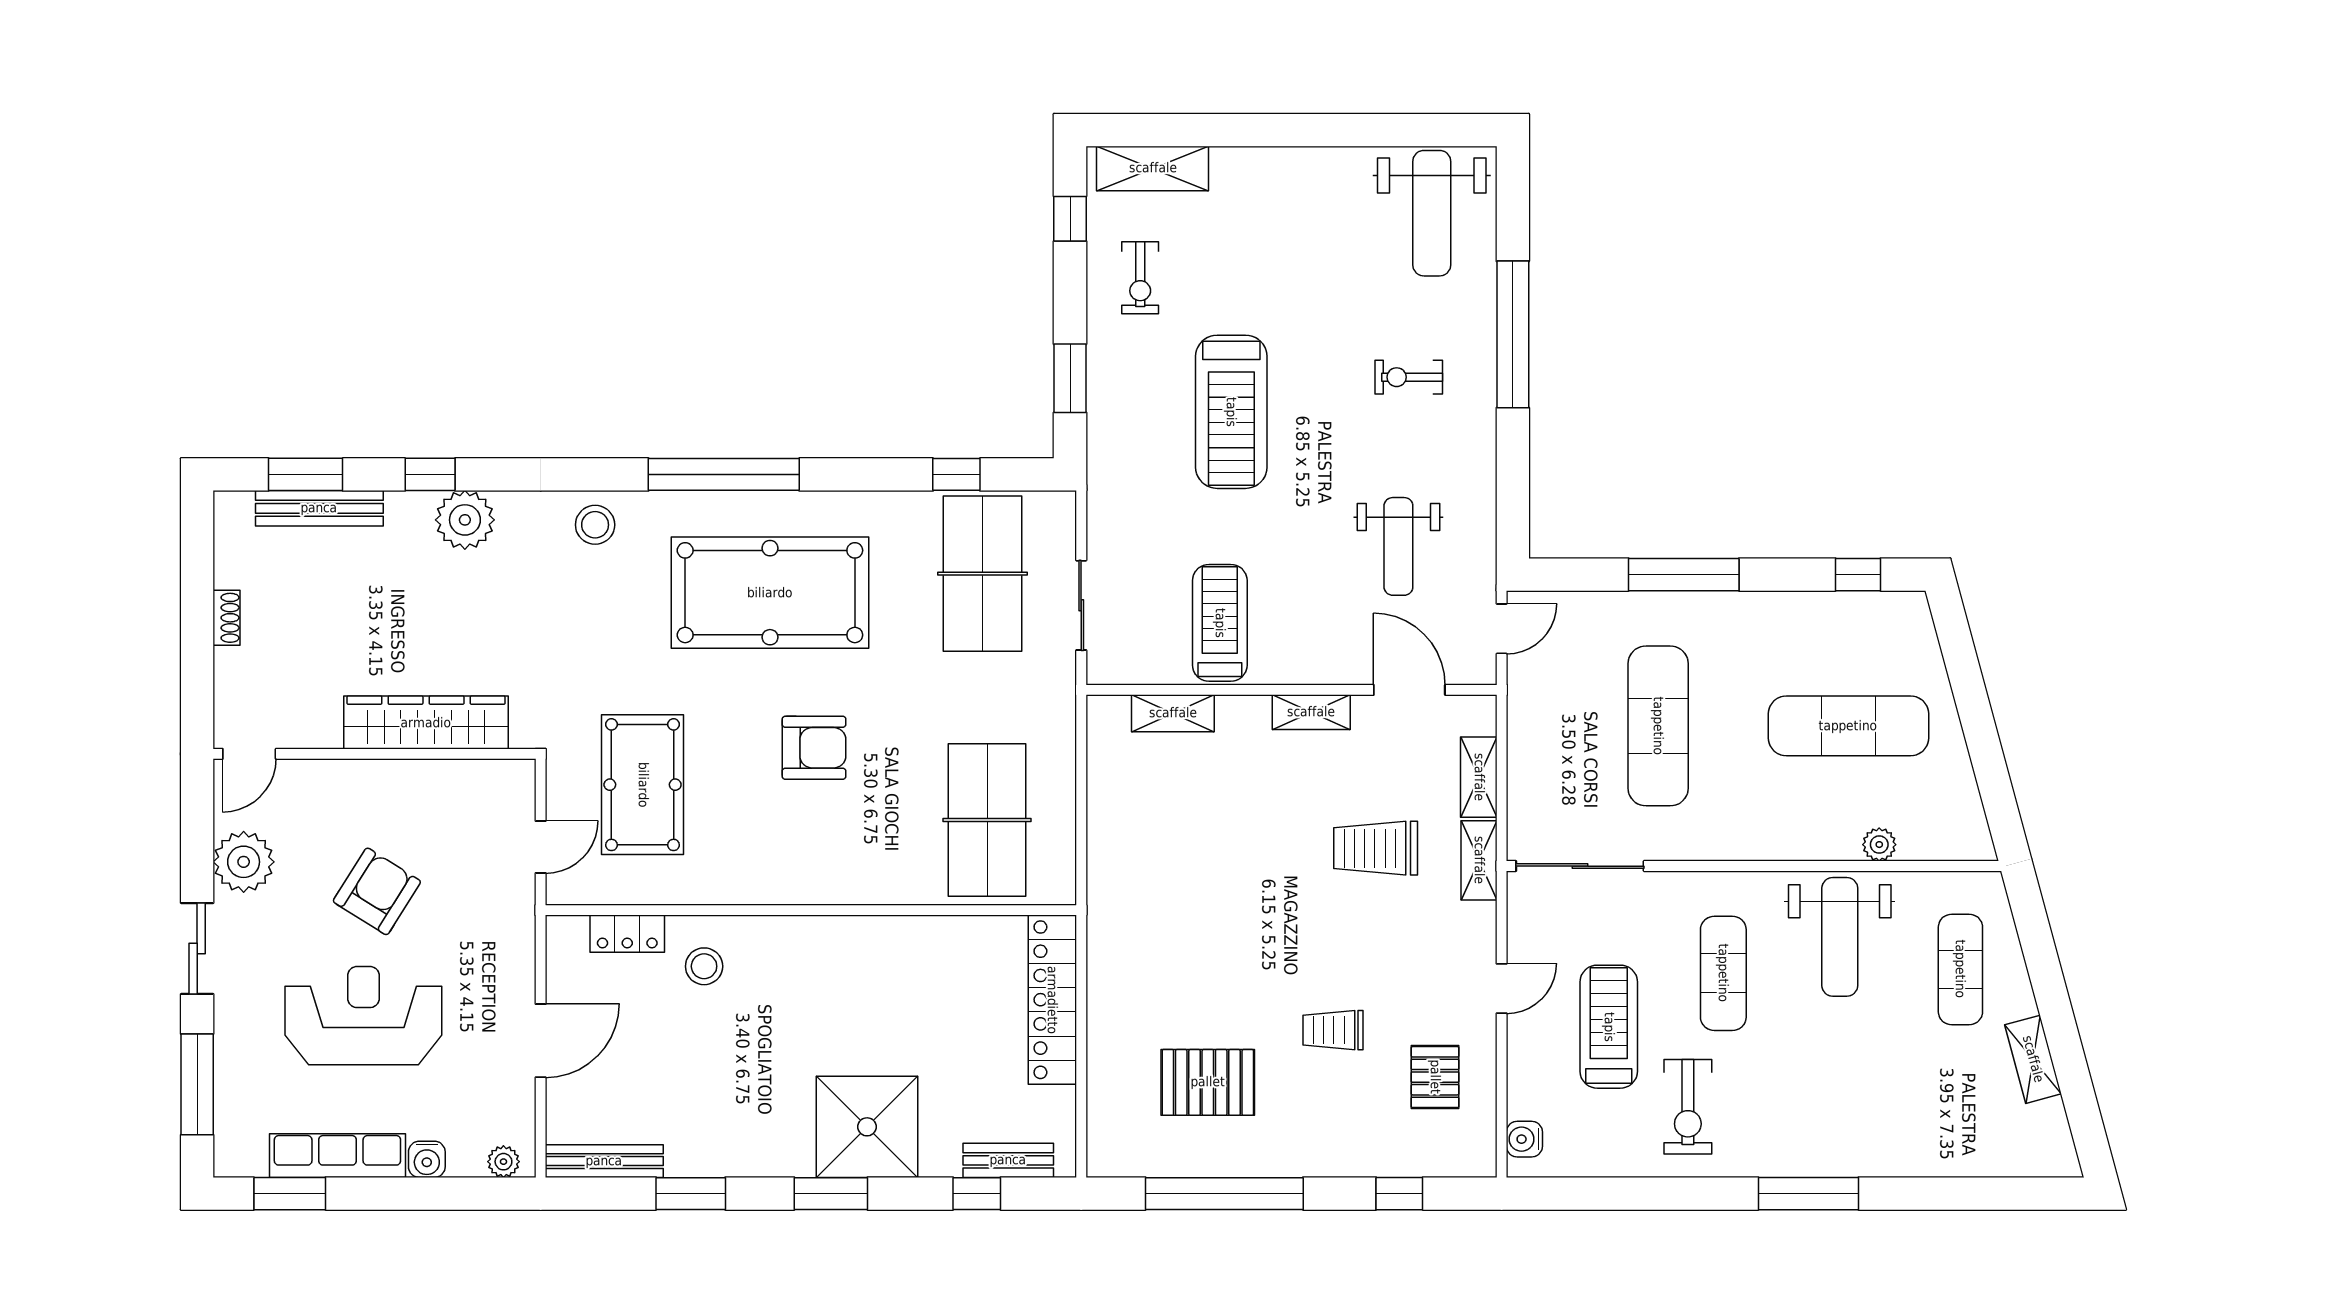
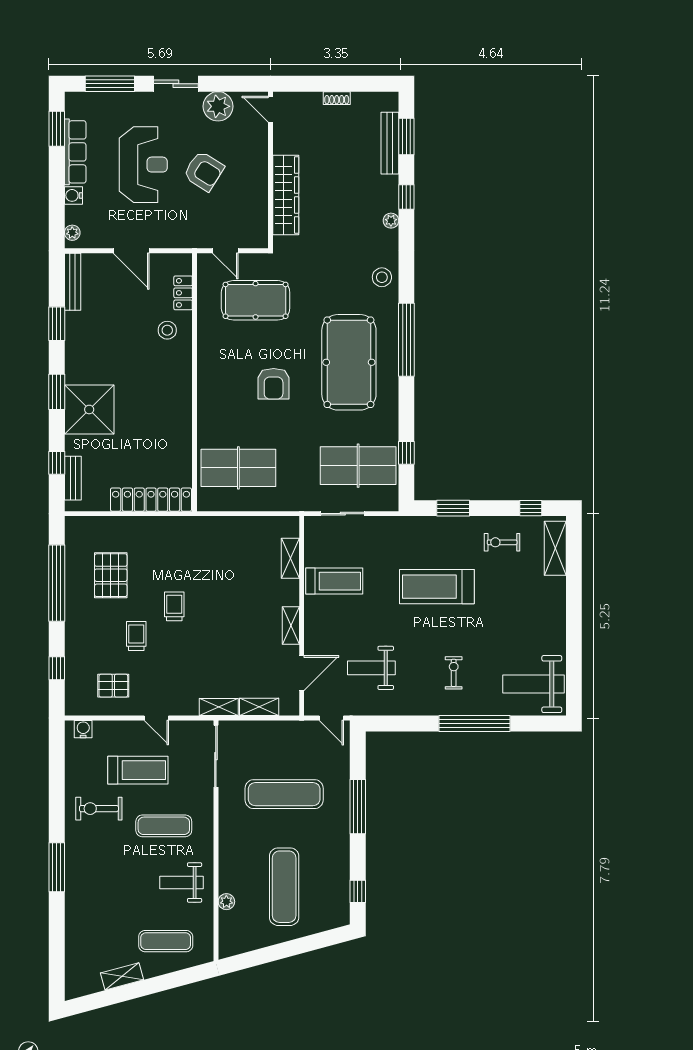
plant: (465, 520) -> (391, 221), width x0.53, depth x0.53
trolley: (1376, 848) -> (174, 606), moved, width x0.73, depth x0.72
weight bench: (1840, 937) -> (182, 882), width x0.73, depth x0.75

